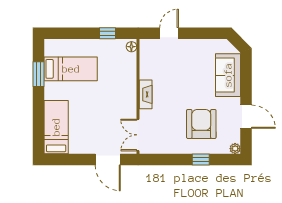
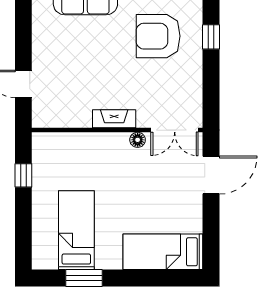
floor lamp: (131, 47) -> (138, 140), moved

